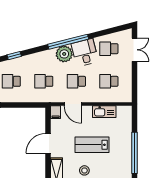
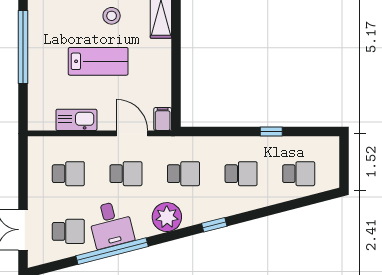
window: (68, 42) -> (112, 251), moved
plant: (64, 54) -> (167, 217), moved
window: (14, 56) -> (214, 225), moved
door: (48, 143) -> (176, 64), removed

